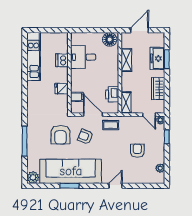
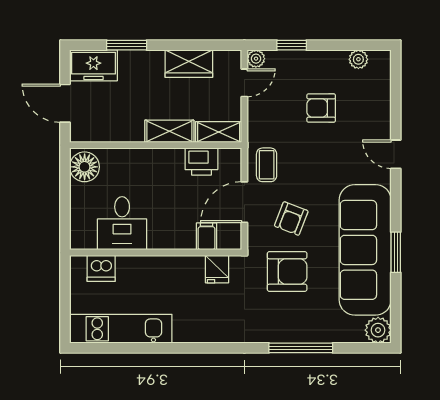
freezer: (157, 58) -> (93, 65), moved
dishwasher: (62, 60) -> (101, 268), moved
shelving: (126, 60) -> (169, 131), moved
fridge: (62, 89) -> (217, 269), moved

